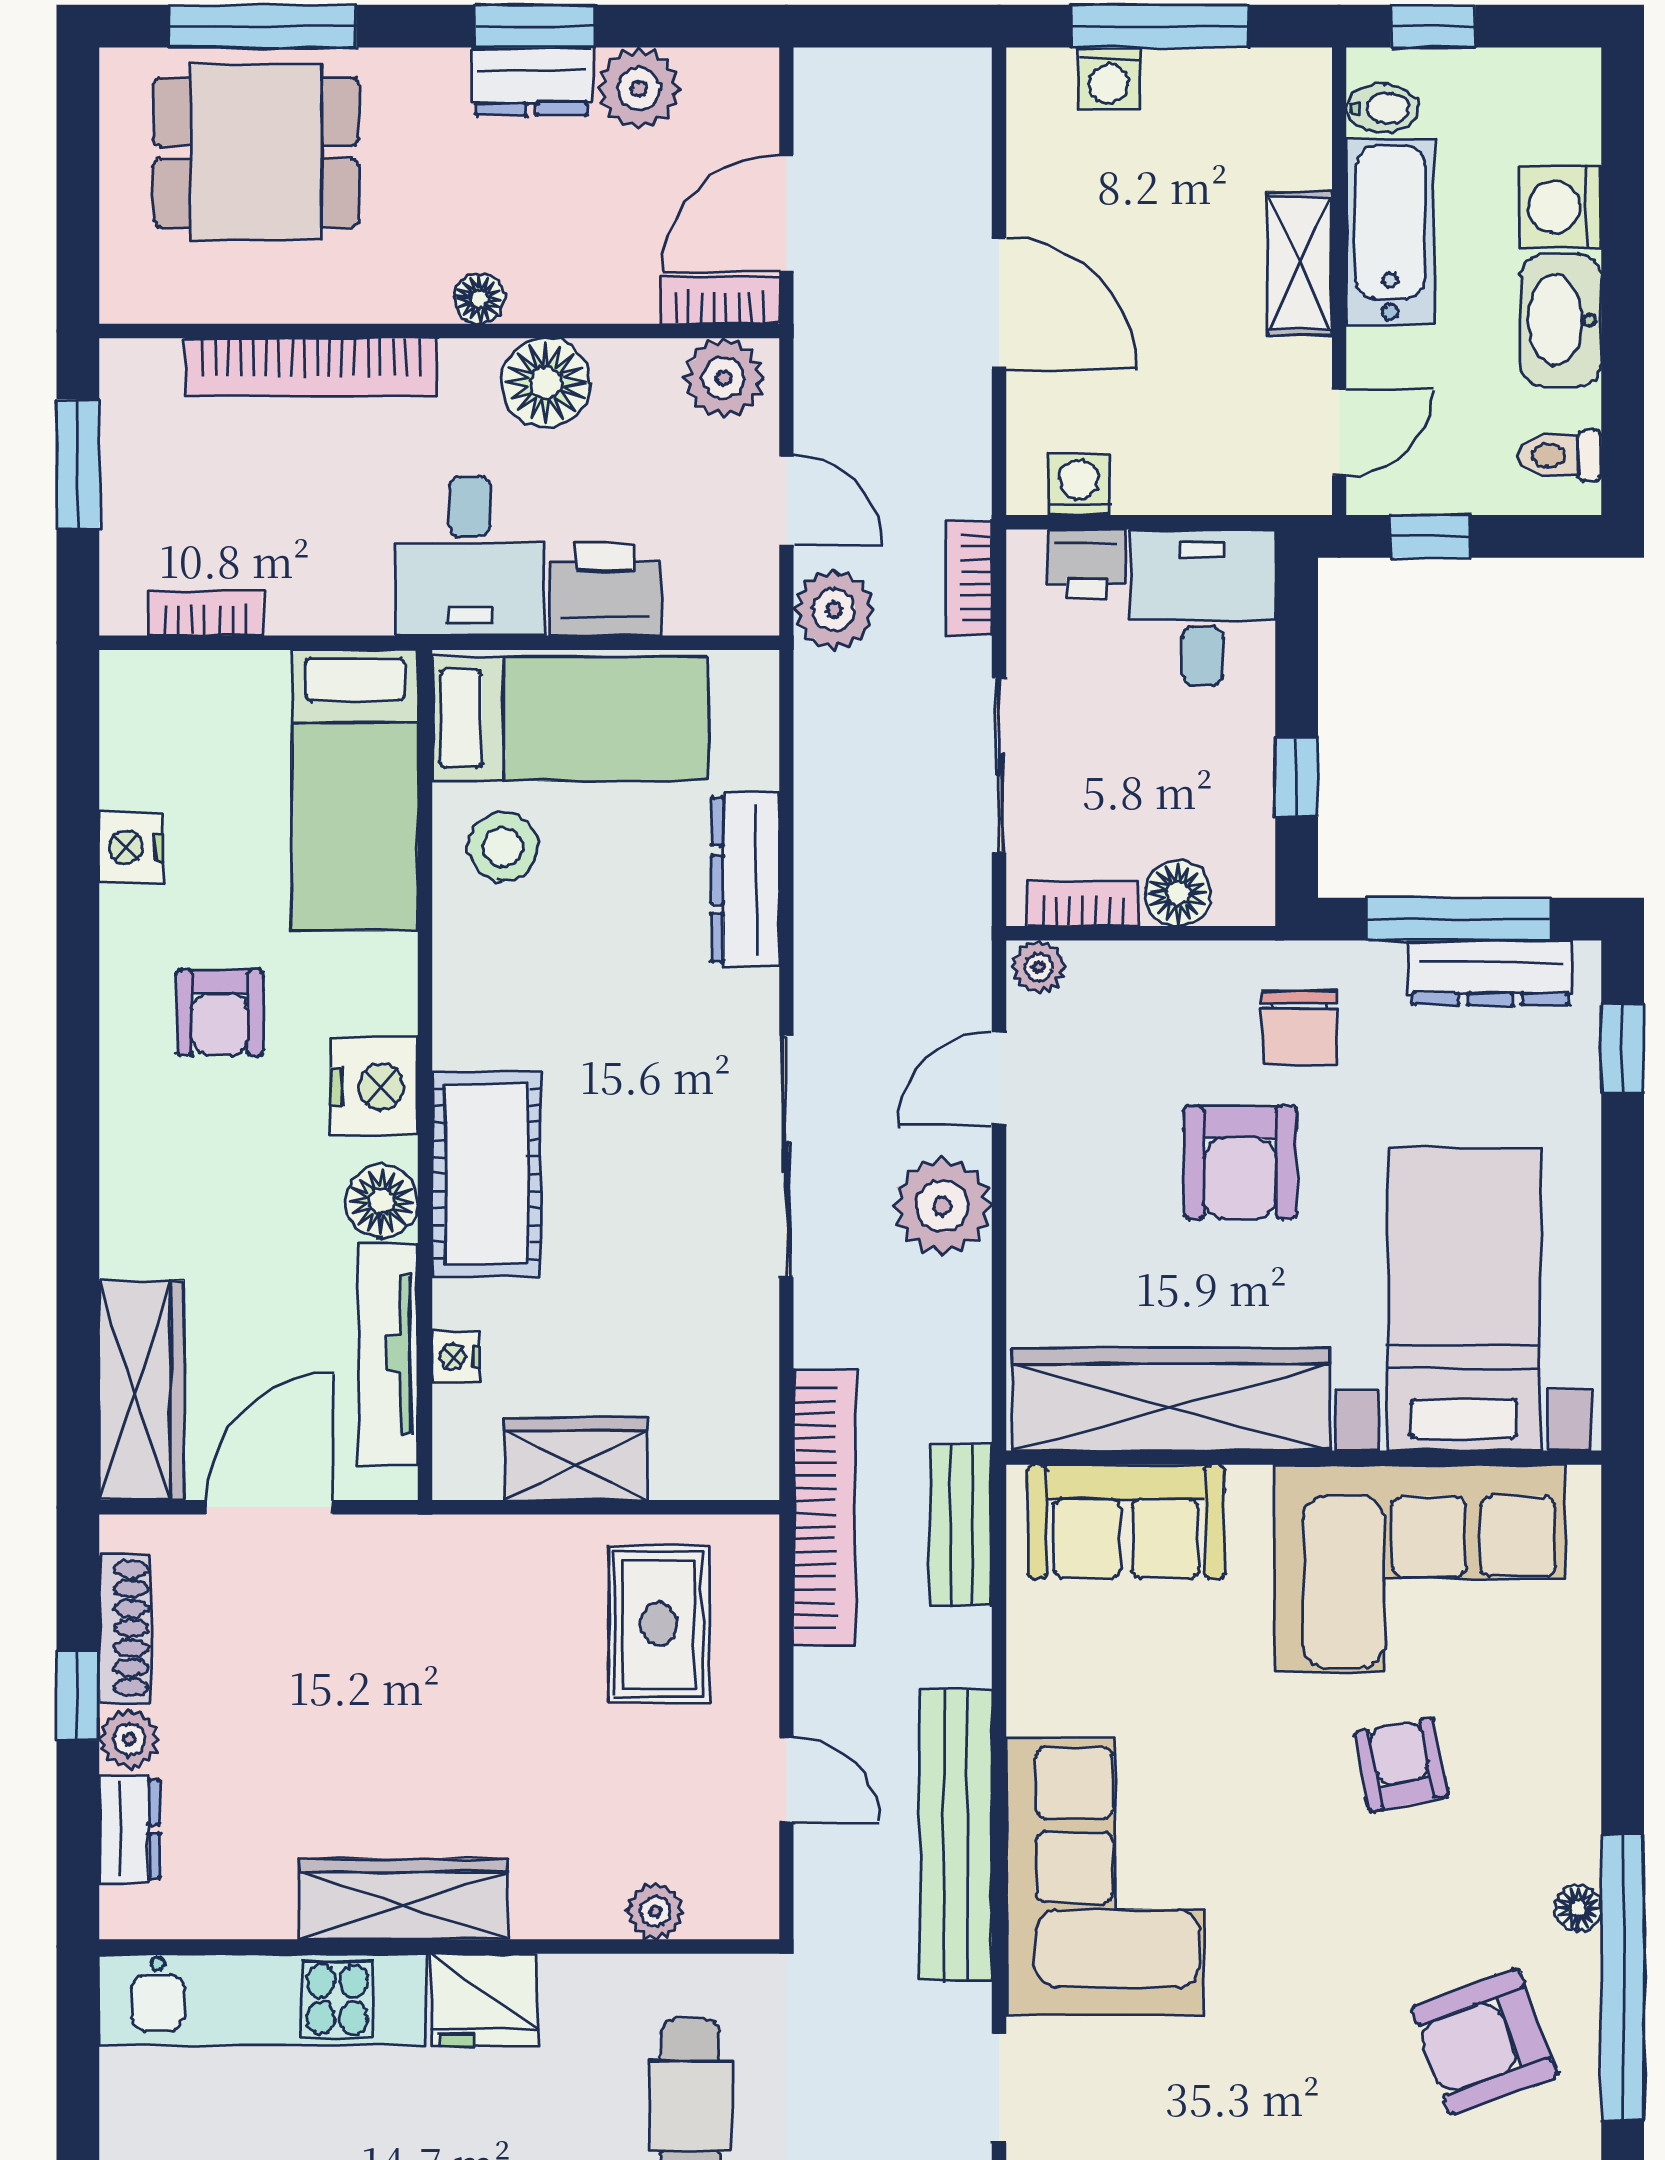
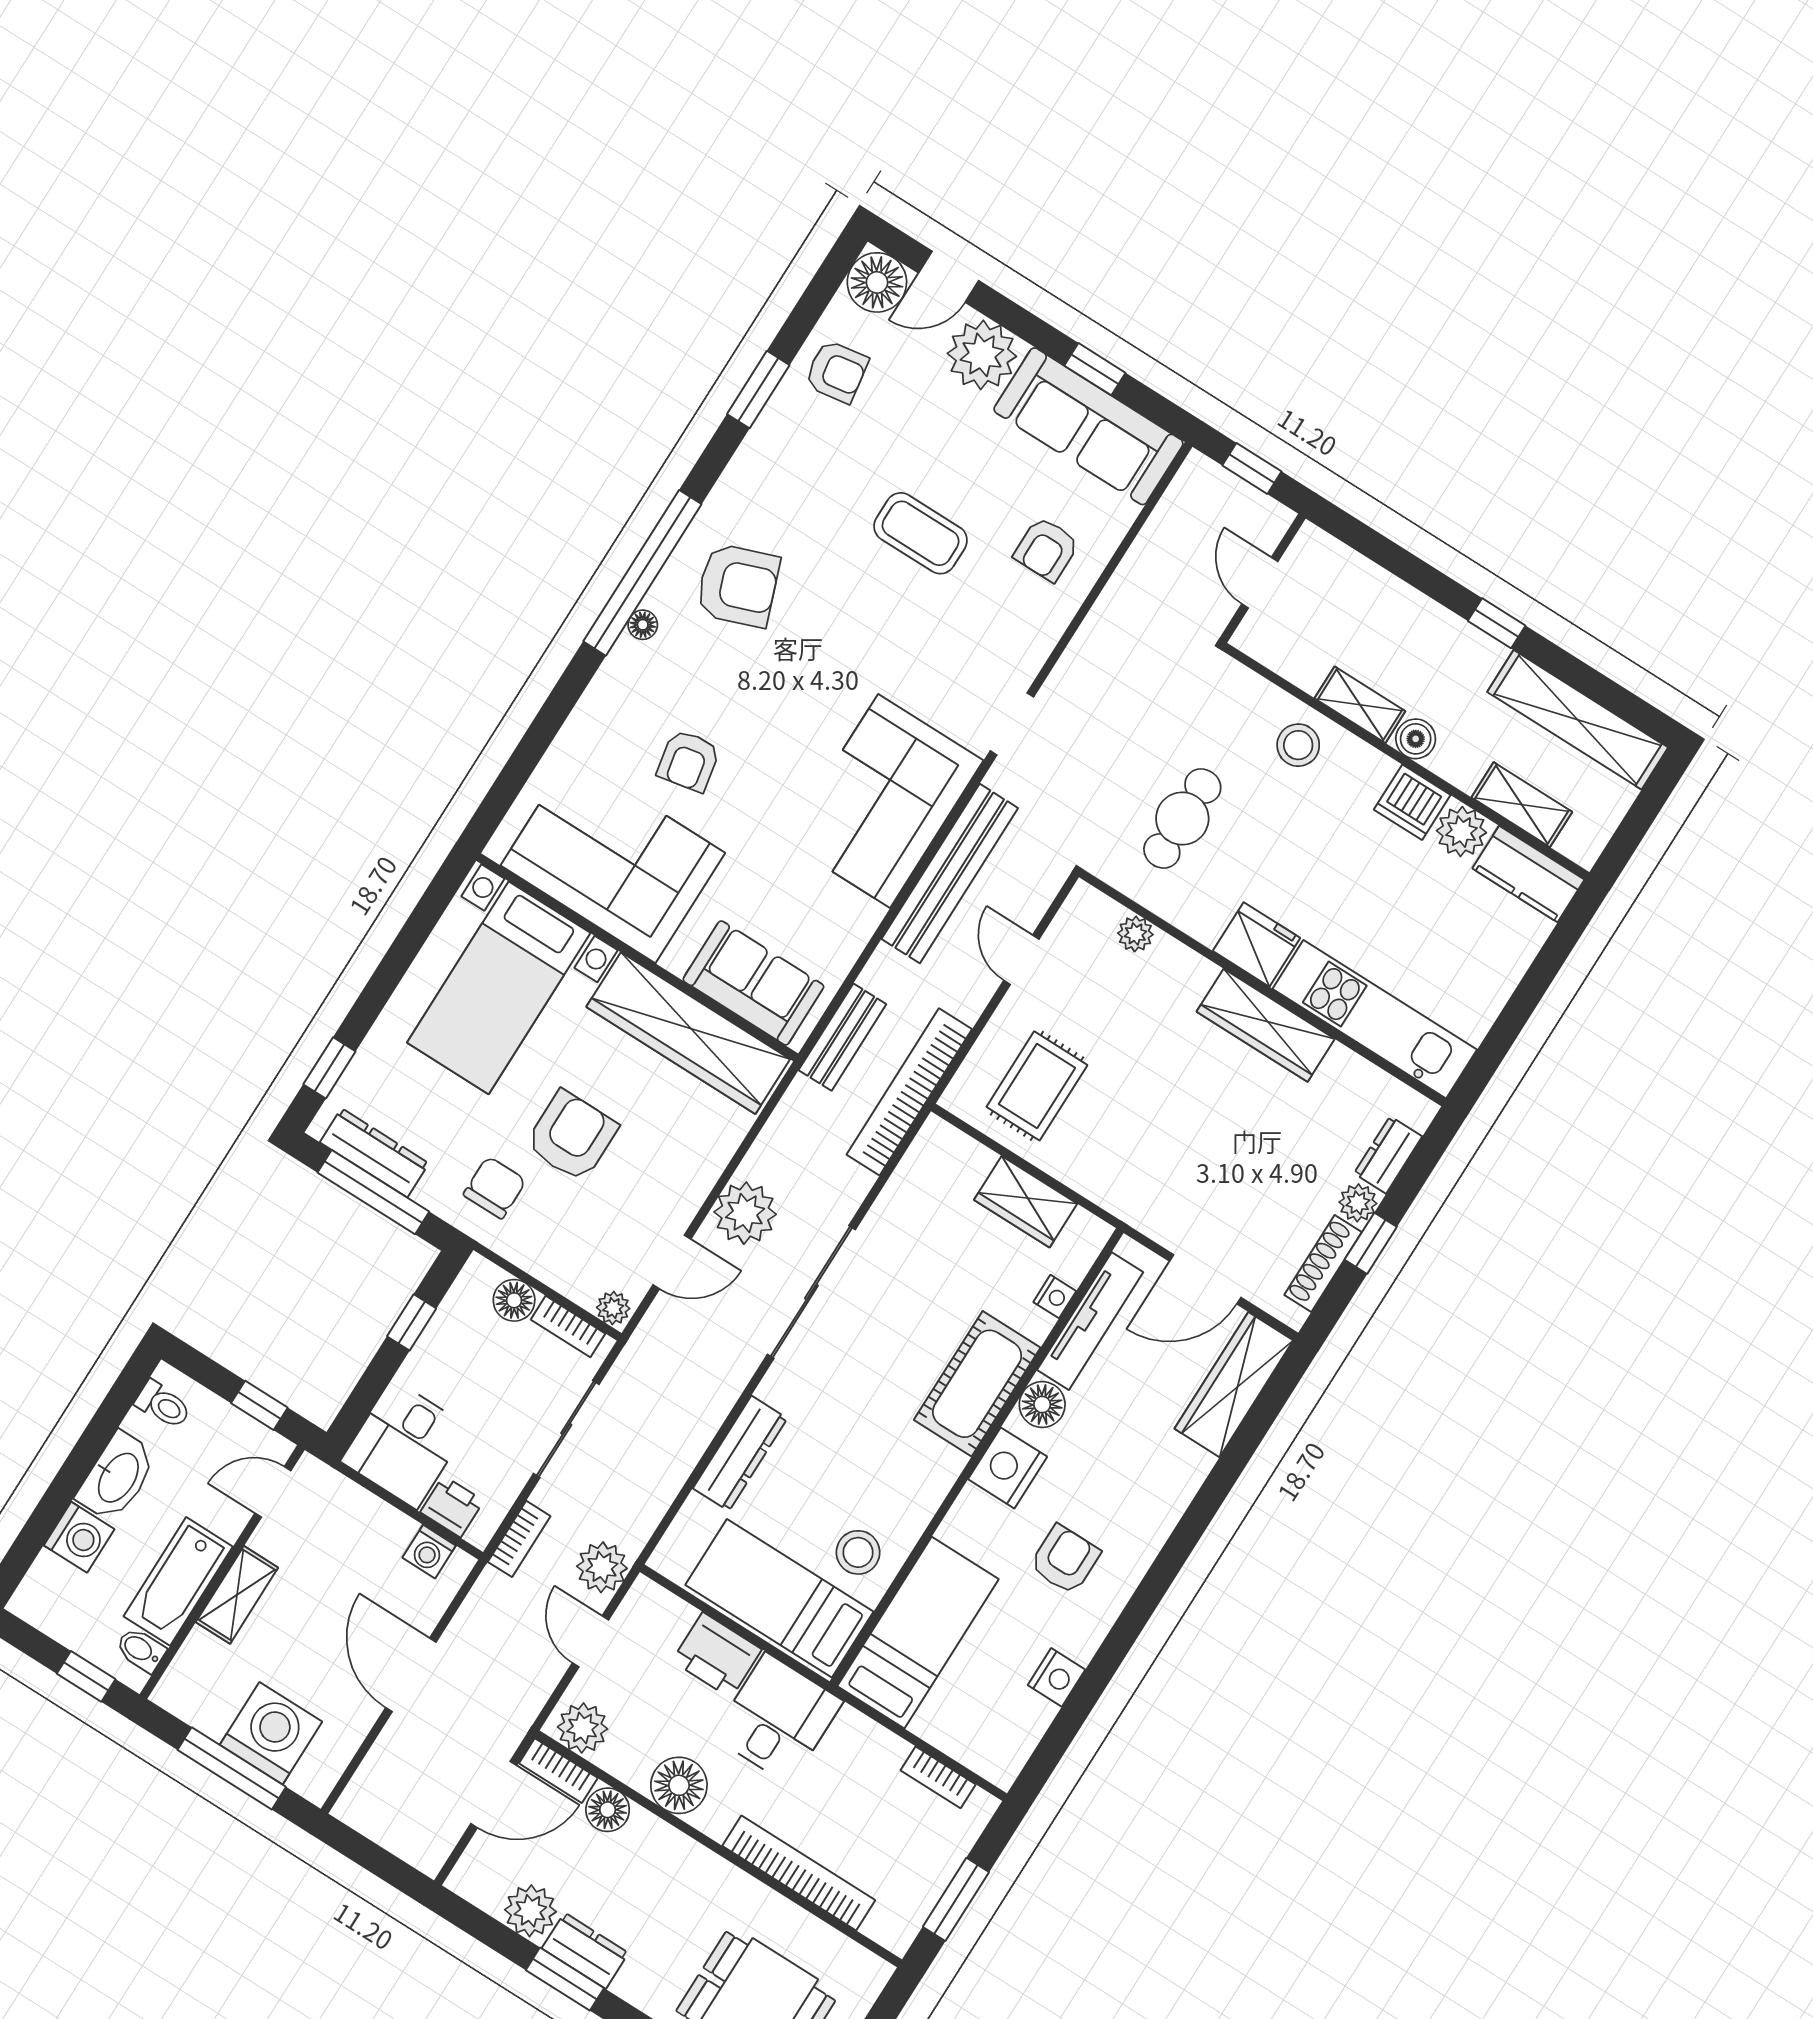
washing machine: (1109, 79) -> (271, 1733), width x1.89, depth x1.89
floor lamp: (479, 299) -> (608, 1810), moved, width x1.37, depth x1.37

